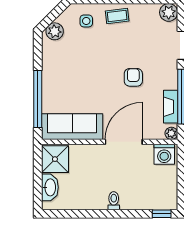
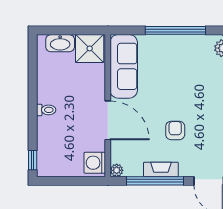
armchair: (133, 77) -> (175, 130), turned -90
window: (38, 99) -> (175, 30), moved
fireplace: (171, 107) -> (161, 169), moved

